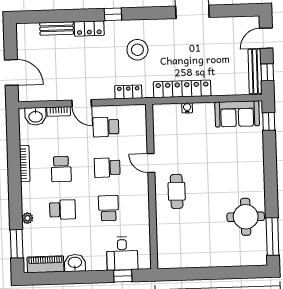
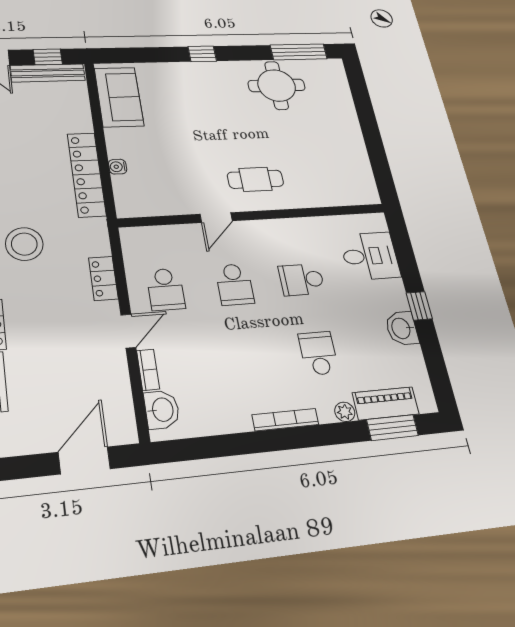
locker: (128, 92) -> (103, 278), moved
window: (269, 121) -> (202, 54), moved
bookcase: (25, 164) -> (285, 420), moved
school desk: (61, 169) -> (249, 359), removed
piano: (45, 264) -> (386, 403), moved, turned 90
window: (123, 276) -> (419, 306), moved

